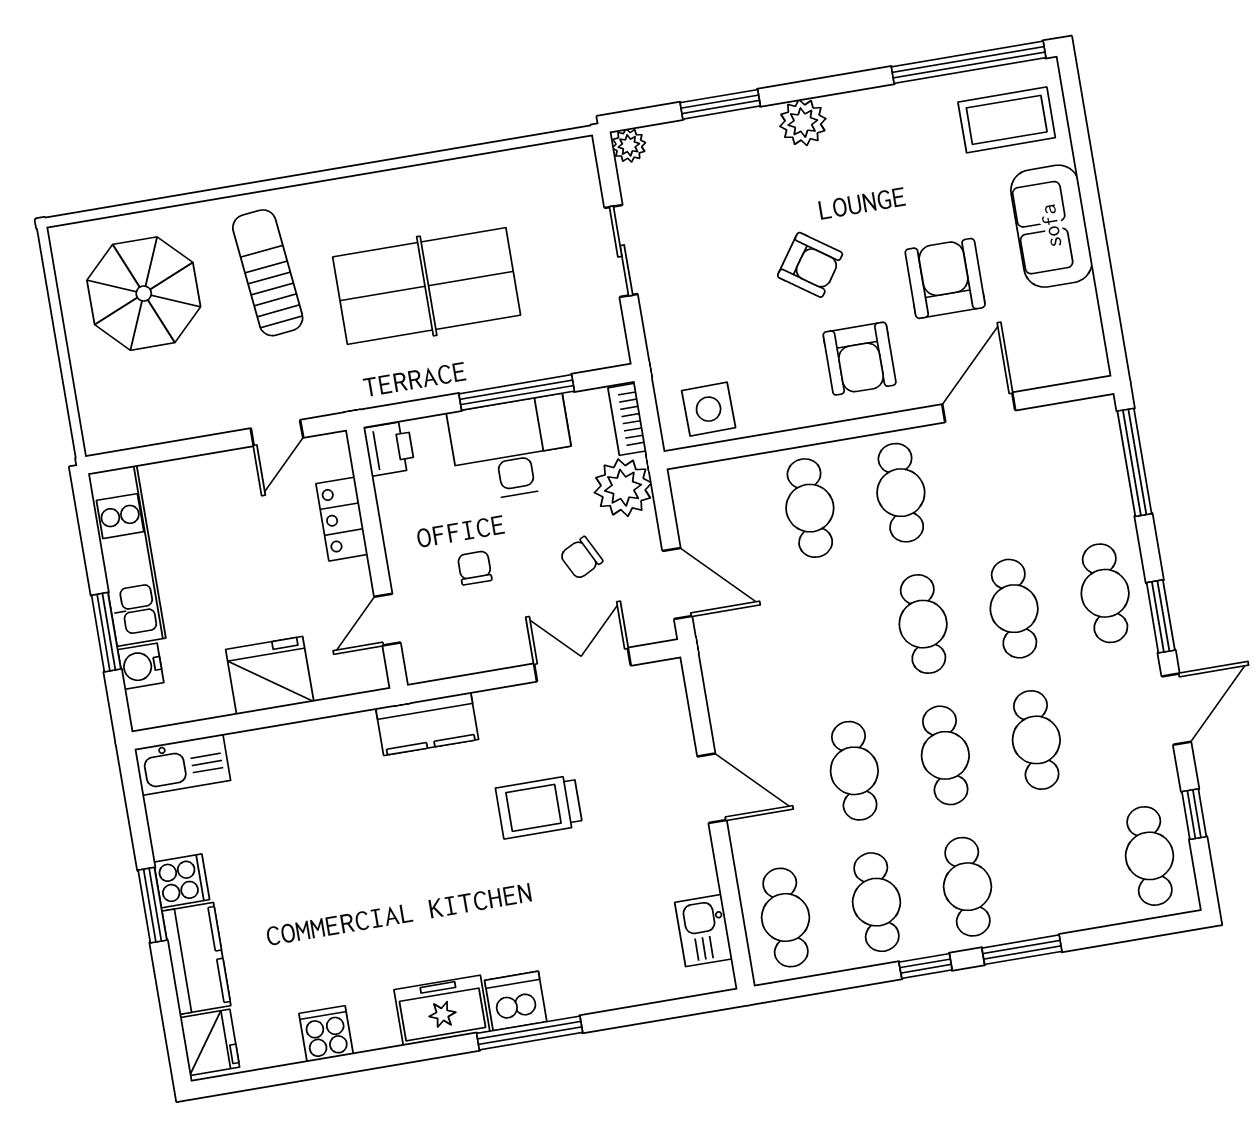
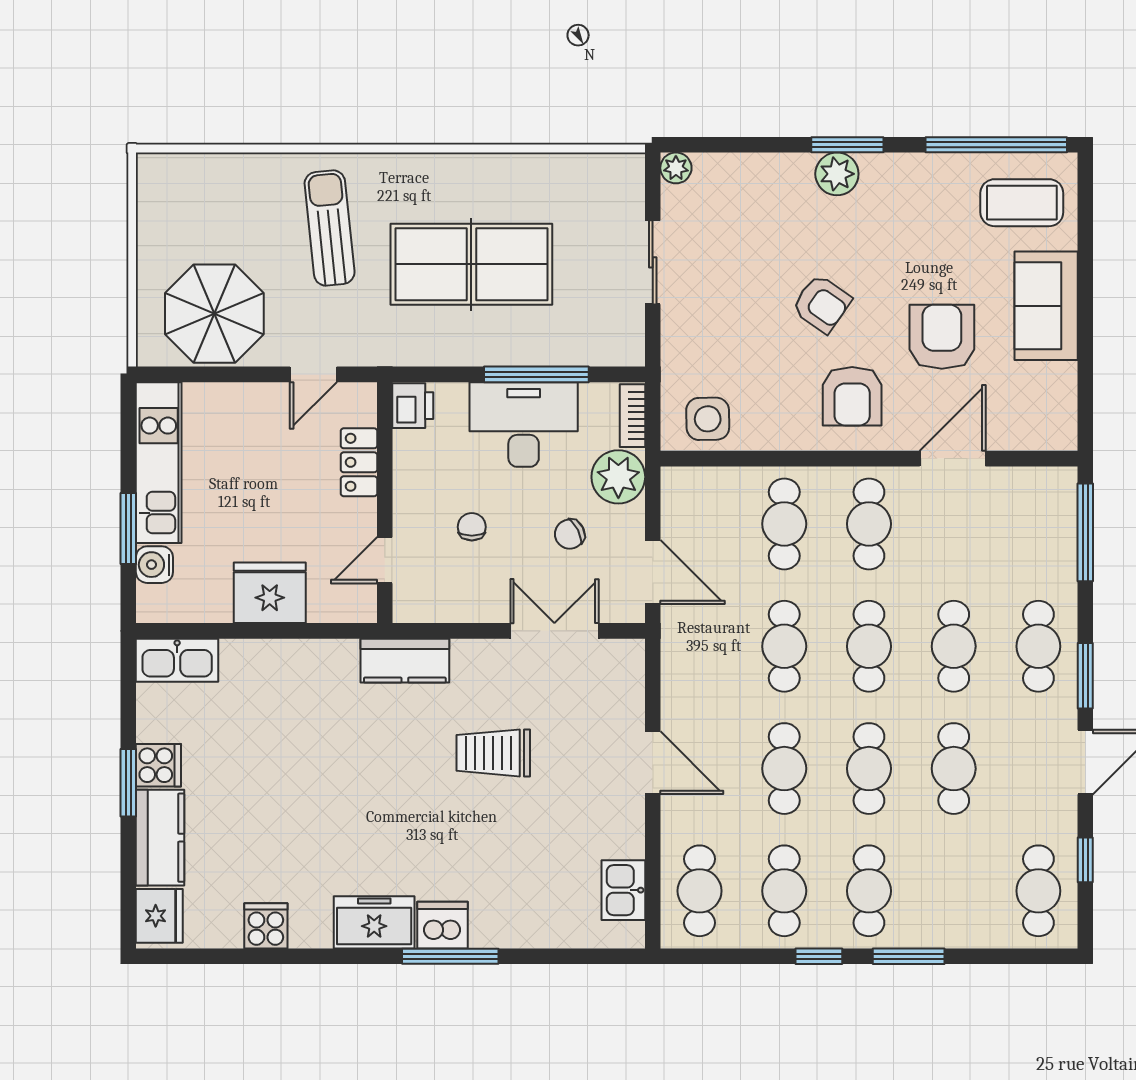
window: (720, 104) -> (847, 145), moved
parasol: (144, 294) -> (214, 314), moved
cafe table: (832, 639) -> (784, 646), added

